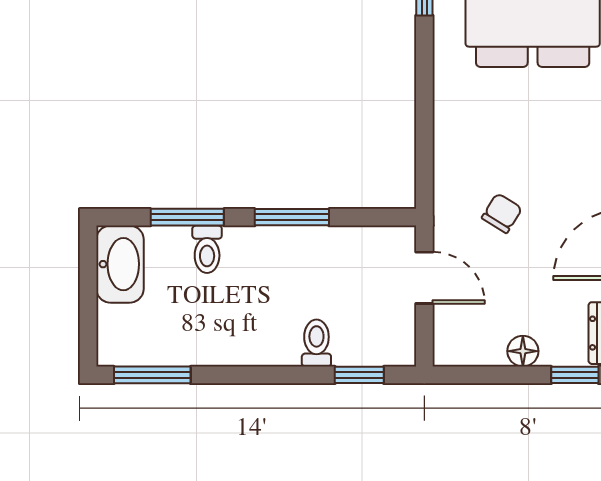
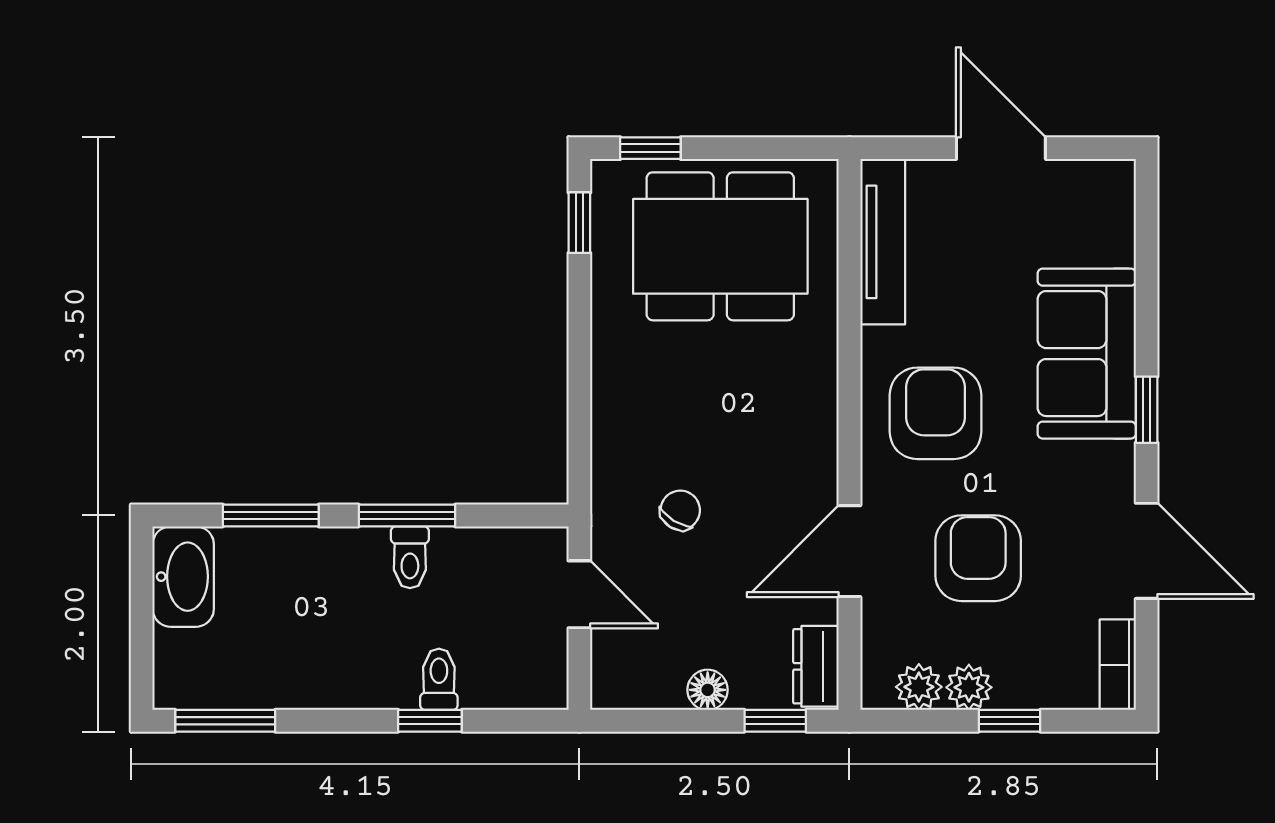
toilet: (207, 249) -> (410, 557), moved
window: (359, 375) -> (430, 721), moved

